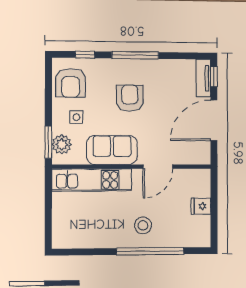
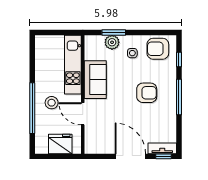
sofa: (112, 150) -> (95, 80), moved
wall: (132, 167) -> (83, 94), moved
door: (158, 167) -> (83, 114), moved
kitchen unit: (92, 180) -> (73, 65), moved
fridge: (201, 206) -> (60, 144), width x1.88, depth x1.34

